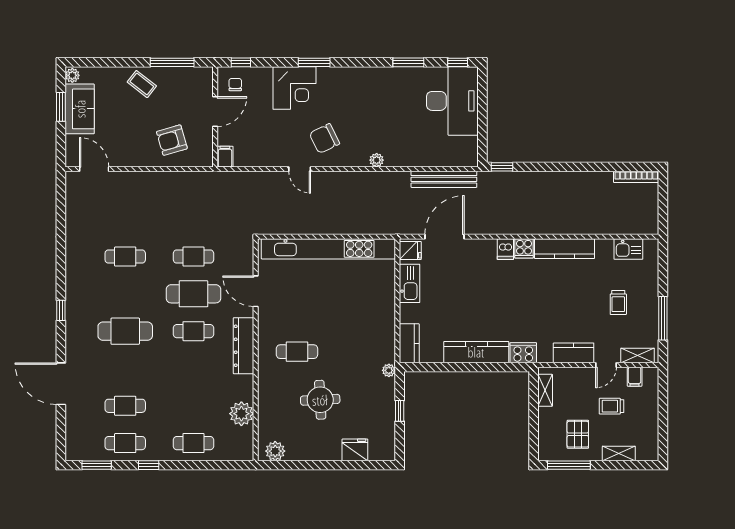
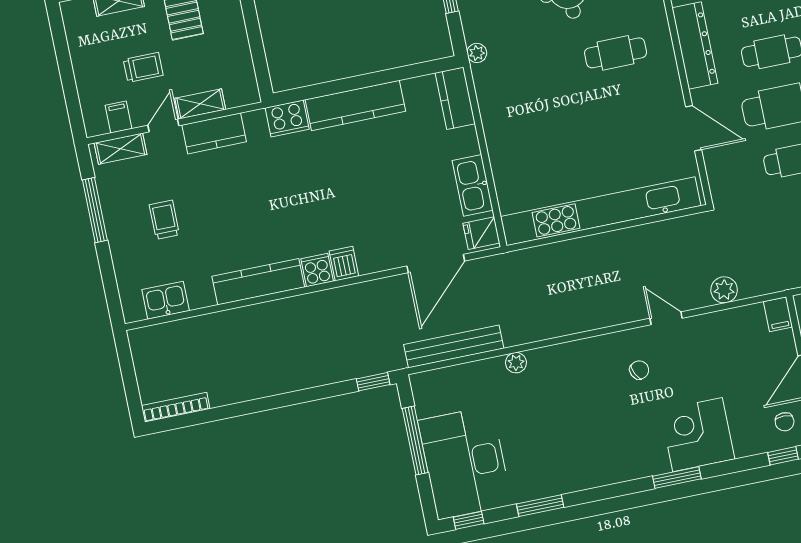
window: (482, 122) -> (415, 441), added
chair: (324, 139) -> (639, 370), width x0.54, depth x0.54
plant: (377, 160) -> (516, 363), moved
plant: (257, 180) -> (724, 290), added
shelving: (545, 390) -> (200, 104), moved, turned 90

